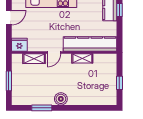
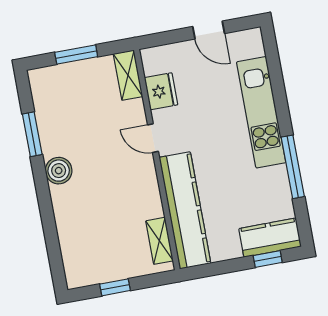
fridge: (19, 45) -> (161, 91), moved
shelving: (82, 58) -> (159, 241), moved
shelving: (34, 59) -> (128, 75), moved

